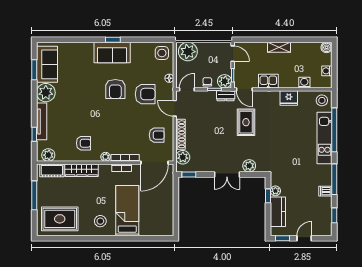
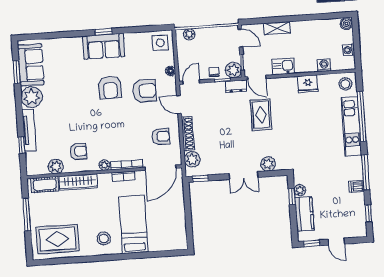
shelving: (279, 47) -> (277, 28), moved
plant: (188, 52) -> (189, 34), width x0.53, depth x0.53
plant: (48, 155) -> (56, 166), moved
door: (304, 238) -> (336, 242), swing flipped

